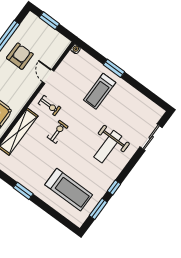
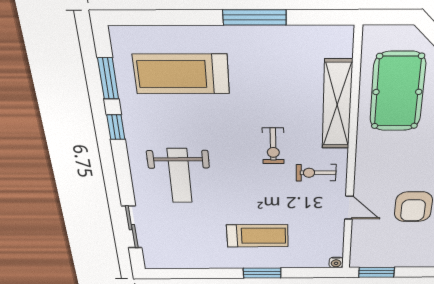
window: (49, 21) -> (376, 272), moved
treadmill: (100, 91) -> (257, 236), turned 90
weight bench: (108, 147) -> (180, 176), turned 180
window: (23, 191) -> (255, 17), width x1.44

